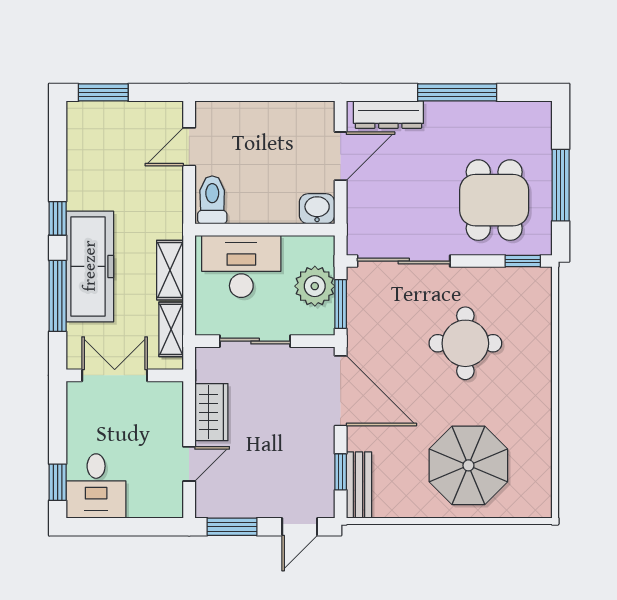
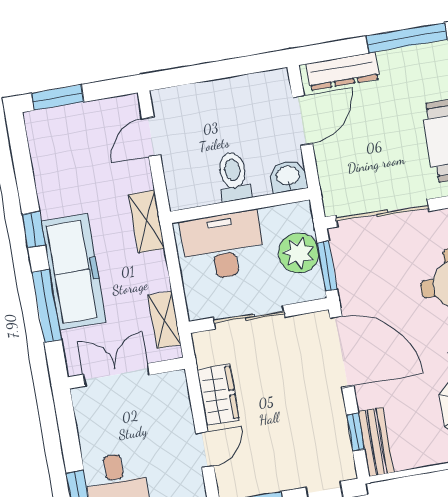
toilet: (212, 200) -> (233, 177), moved
shelving: (170, 270) -> (146, 221), moved

